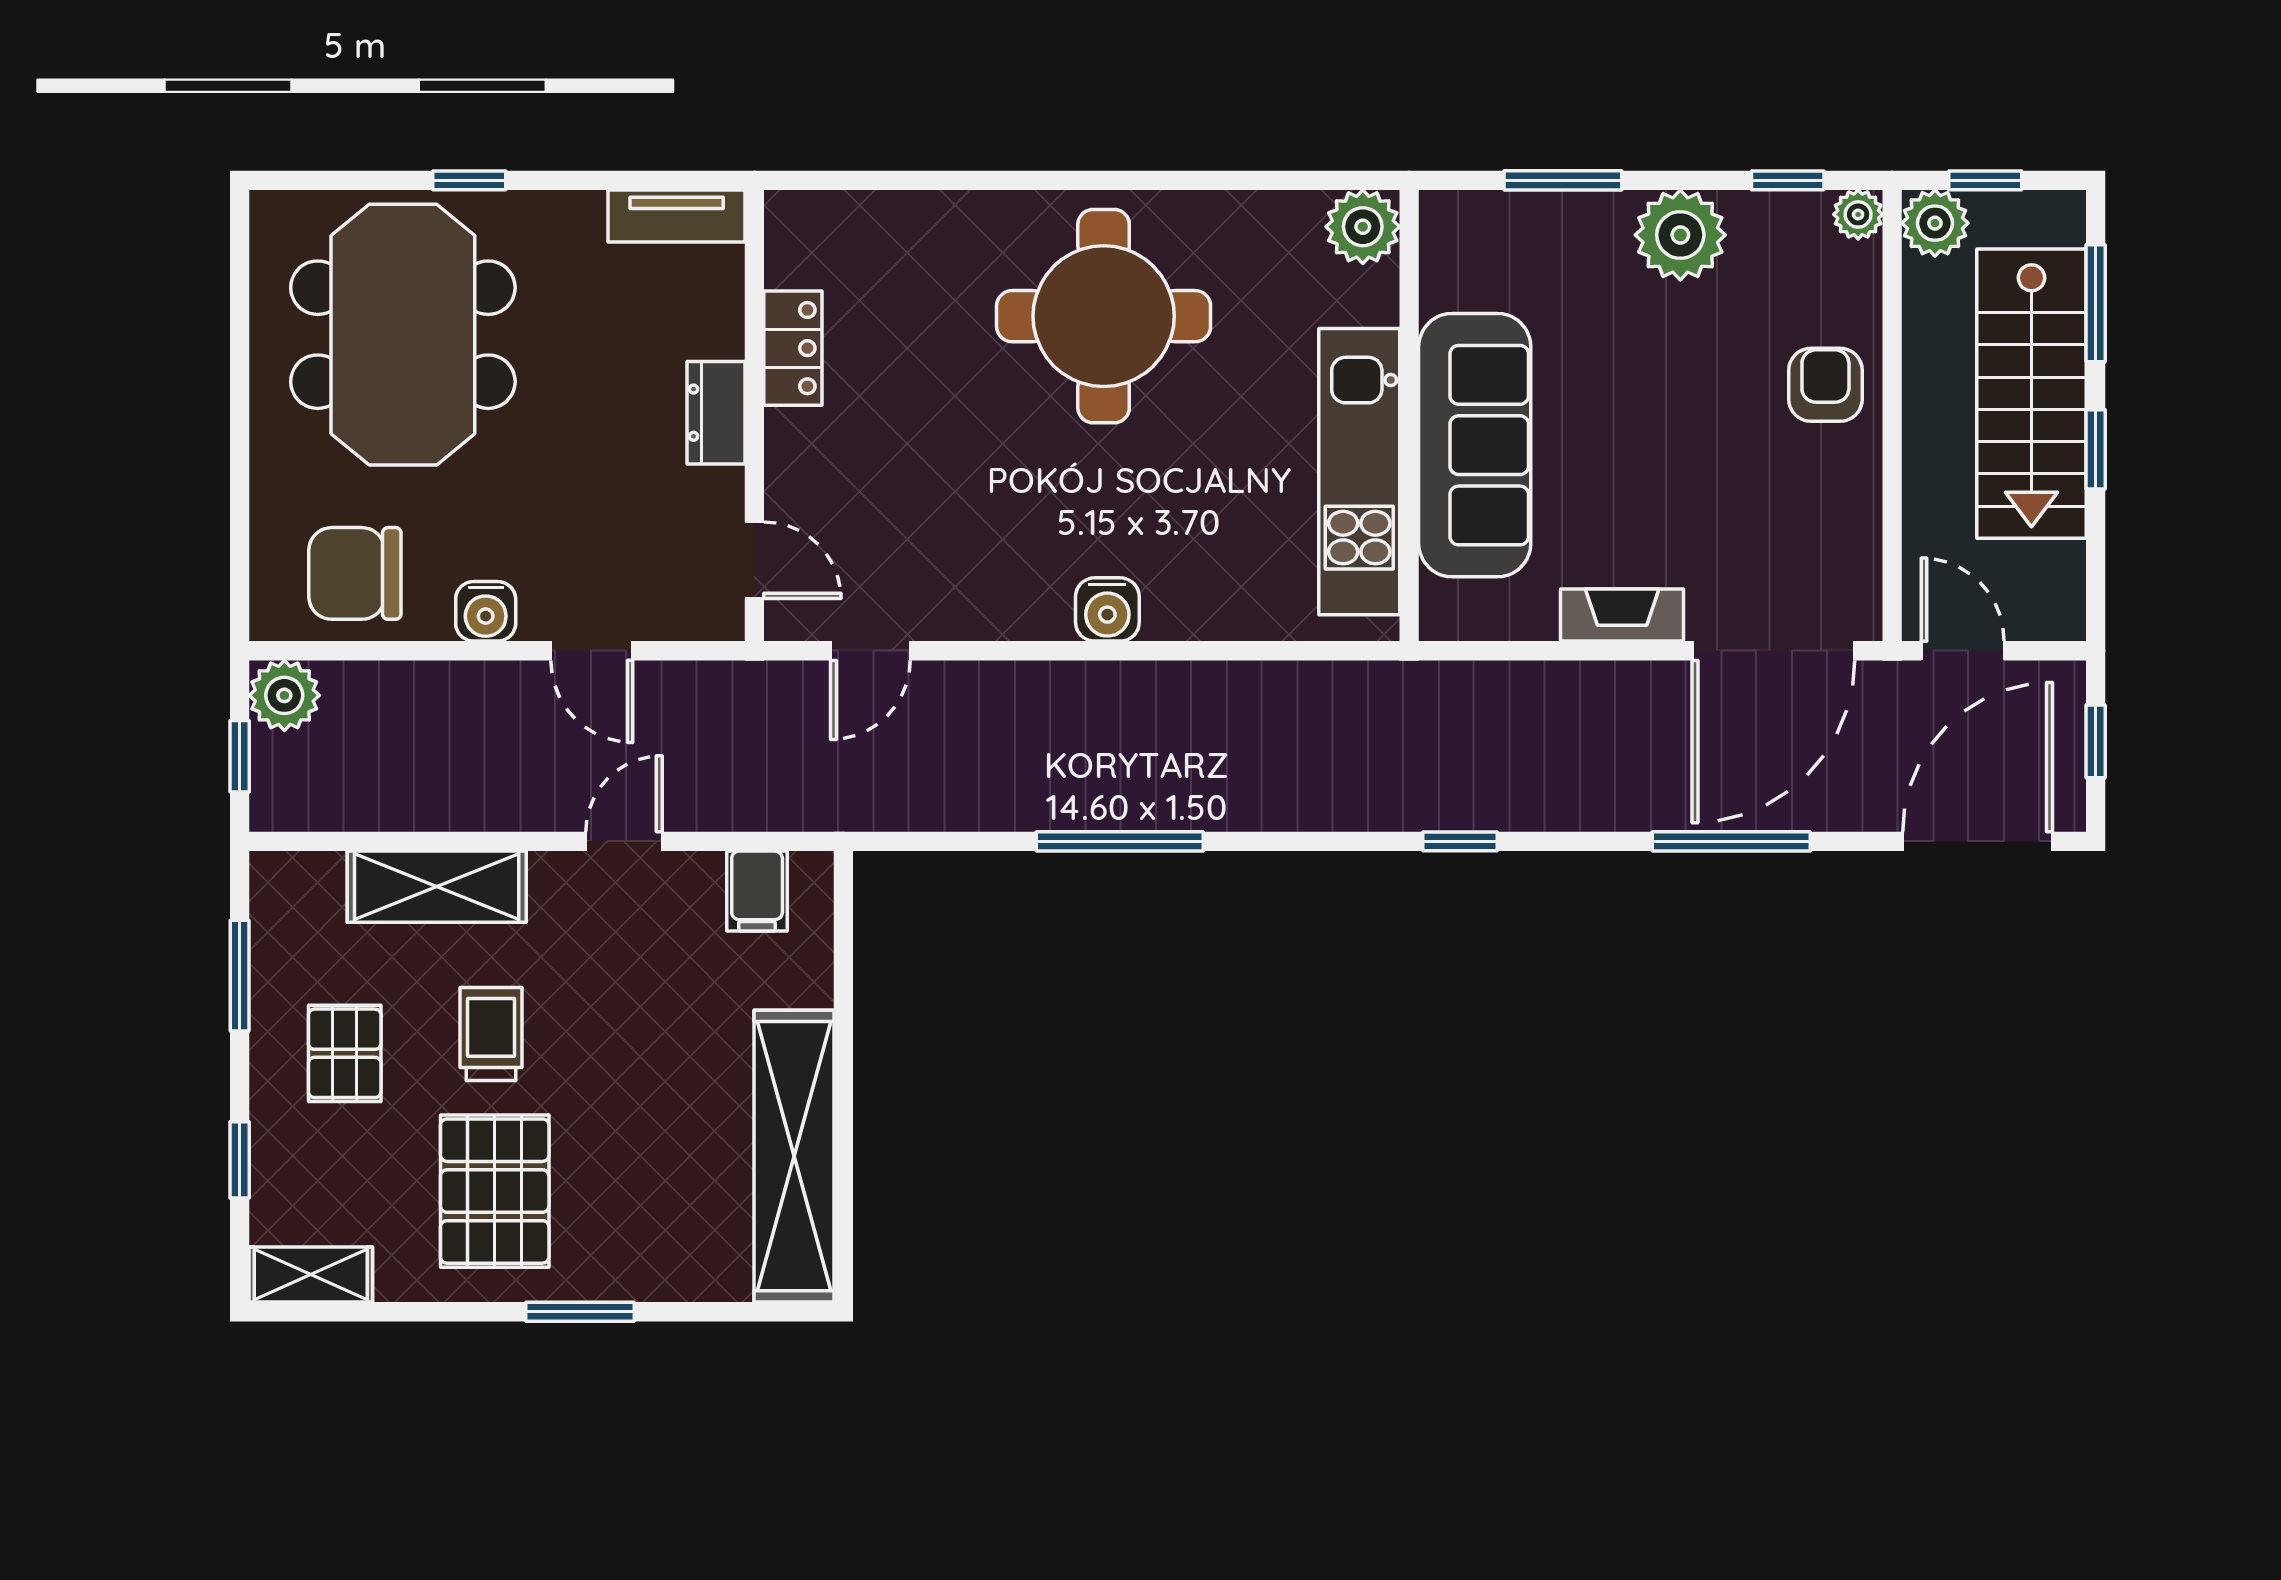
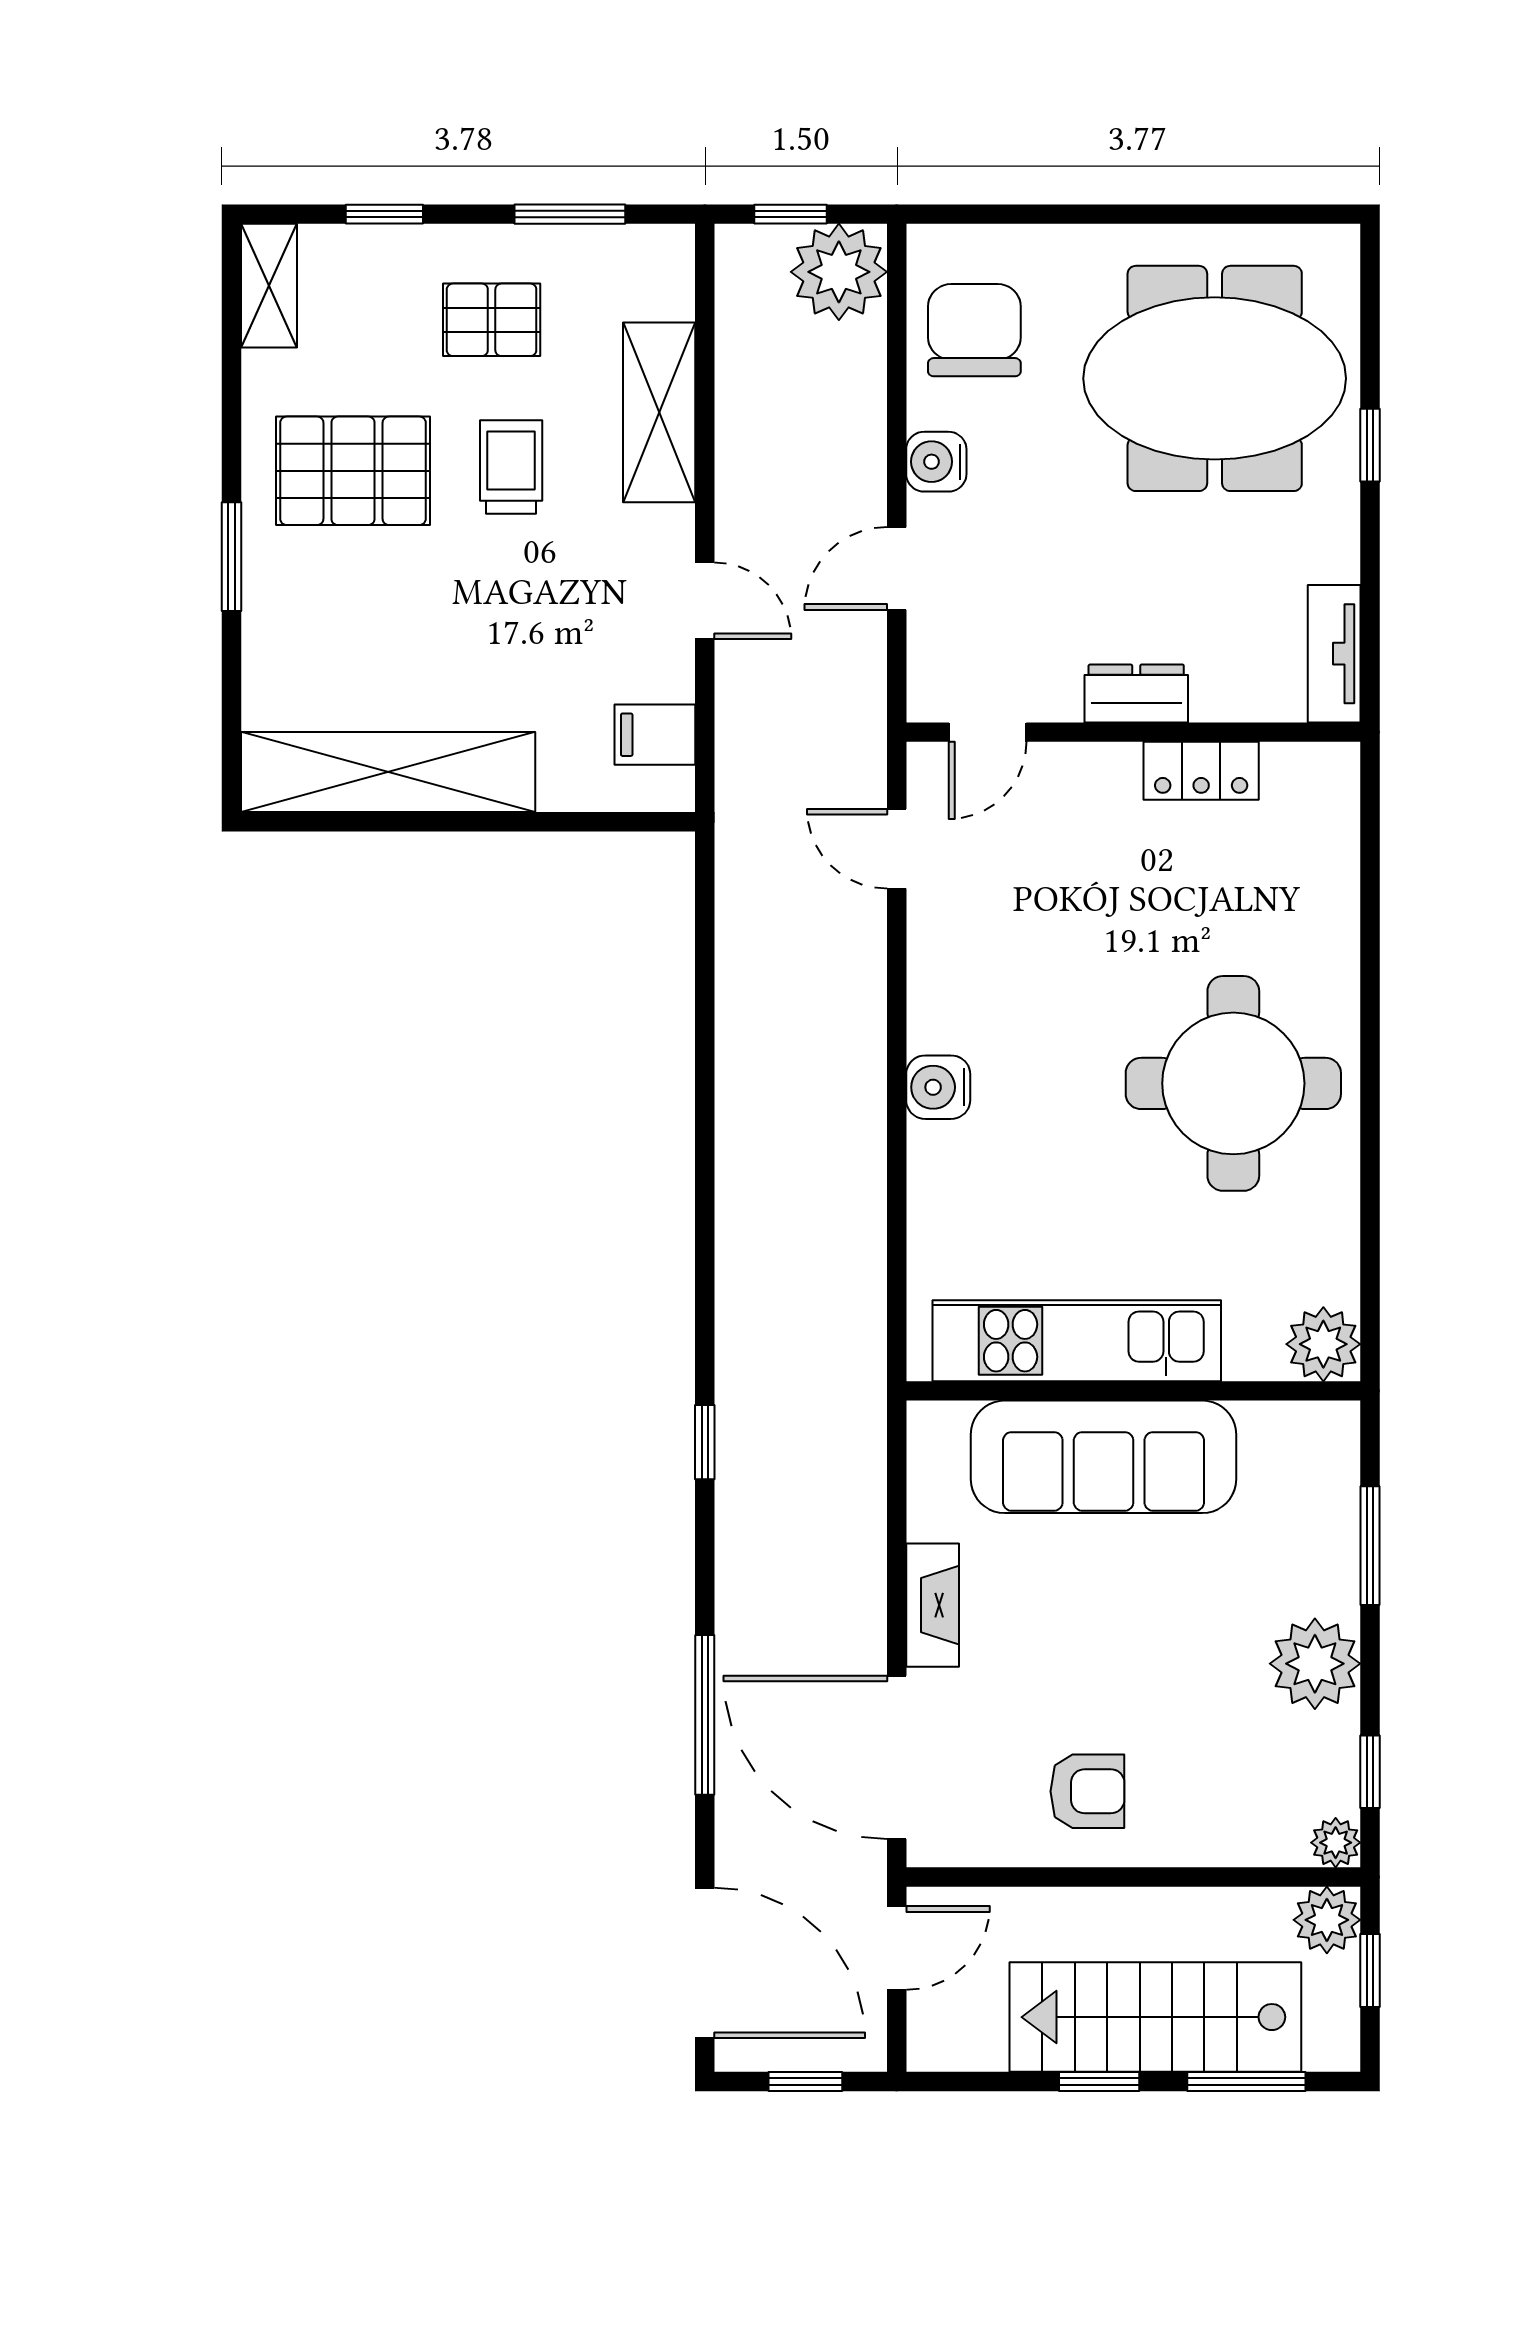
armchair: (1825, 385) -> (1087, 1791), moved
plant: (284, 695) -> (839, 272), width x1.36, depth x1.36
window: (1120, 841) -> (705, 1100), removed
trolley: (491, 1034) -> (511, 467), turned -90

